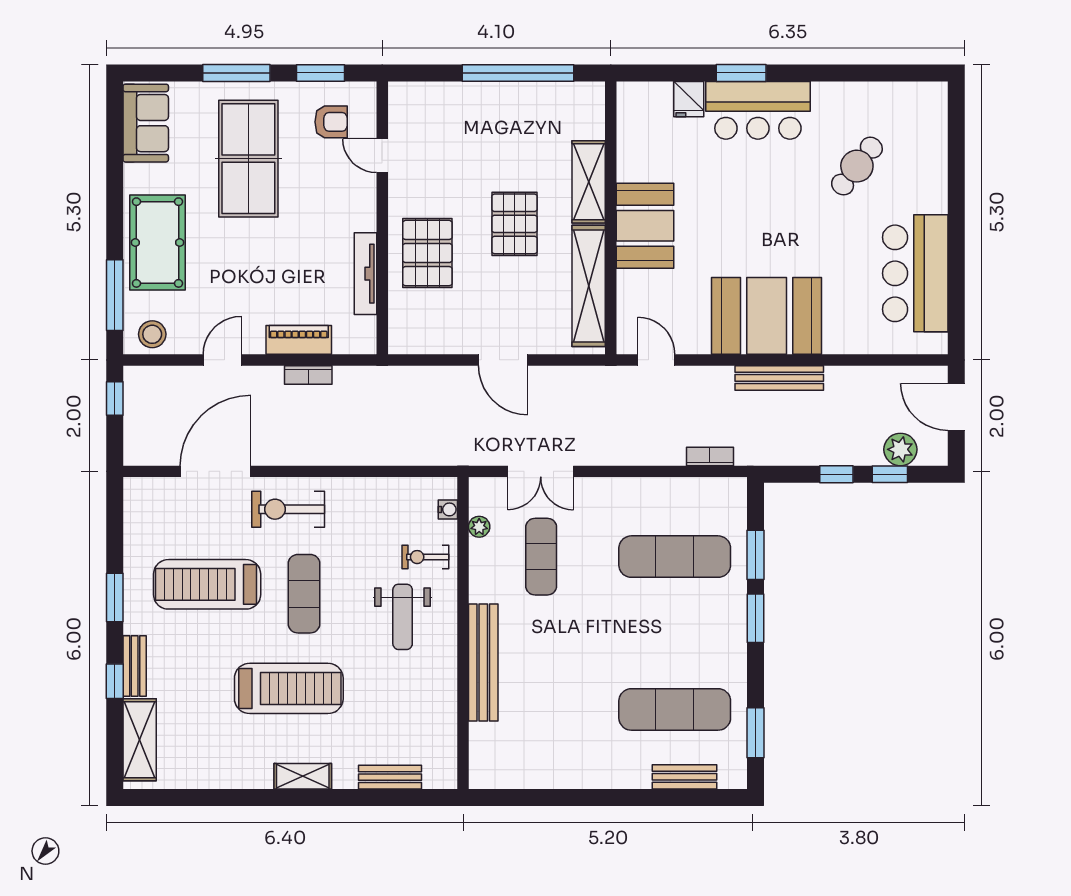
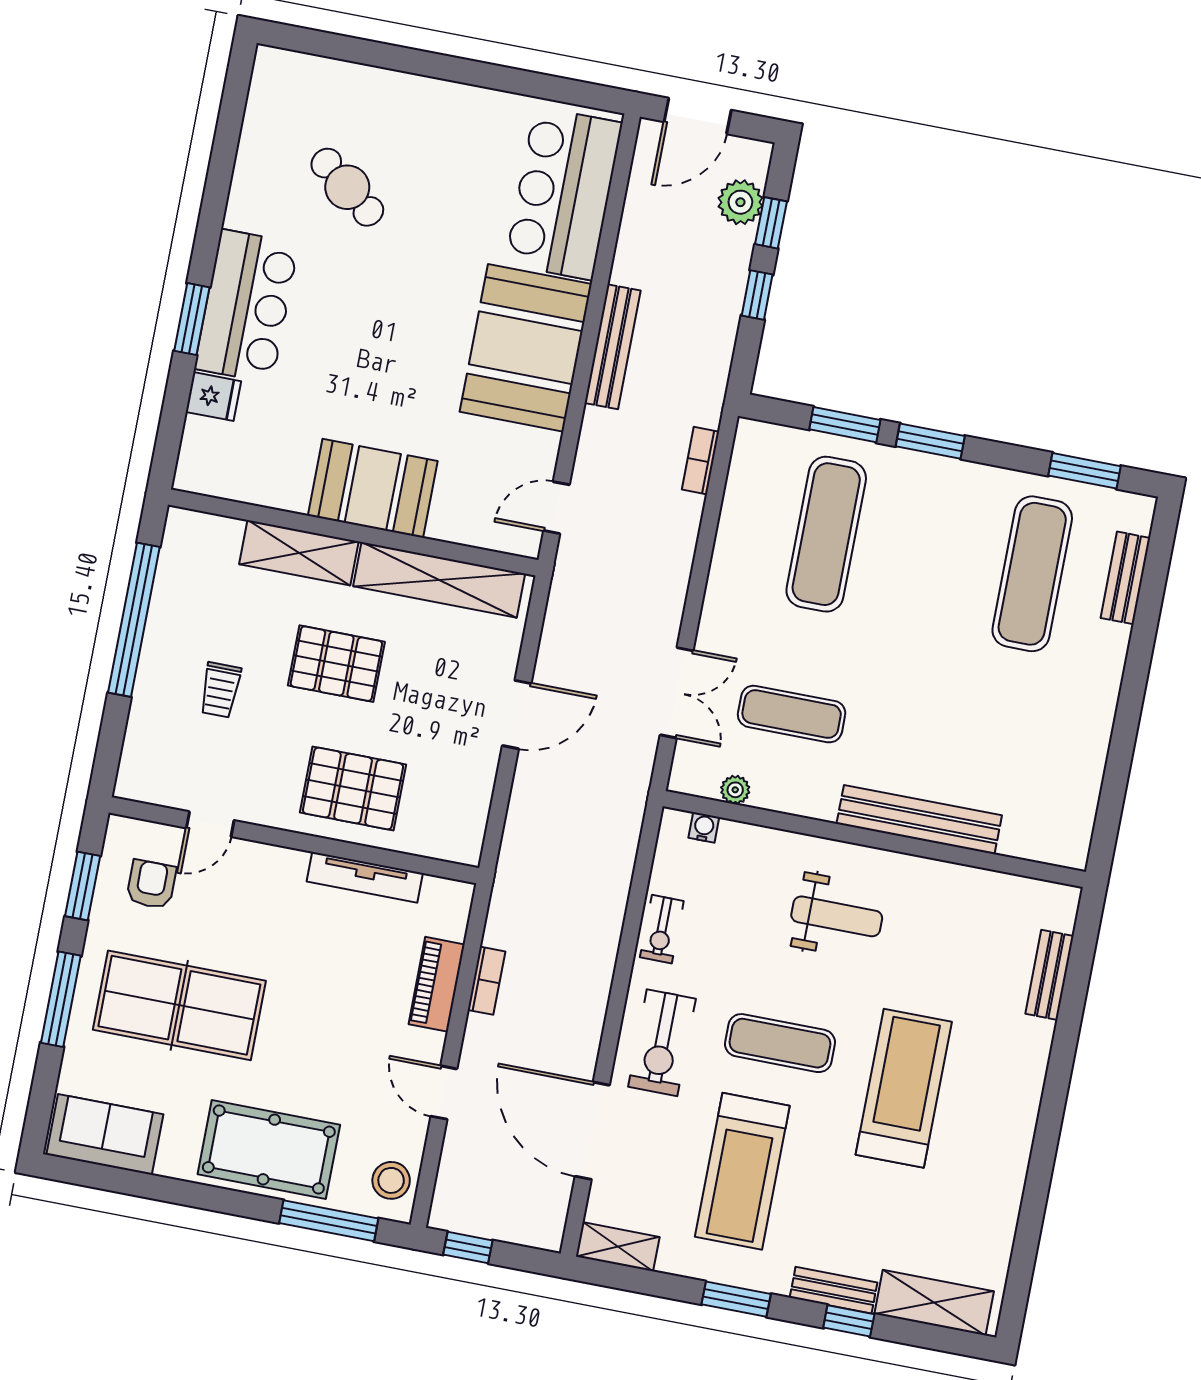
trolley: (480, 144) -> (220, 690), added
bar counter: (915, 273) -> (564, 193), moved, turned 90
exercise bike: (425, 557) -> (662, 929), moved
shelving: (303, 776) -> (618, 1247), moved, turned 90

